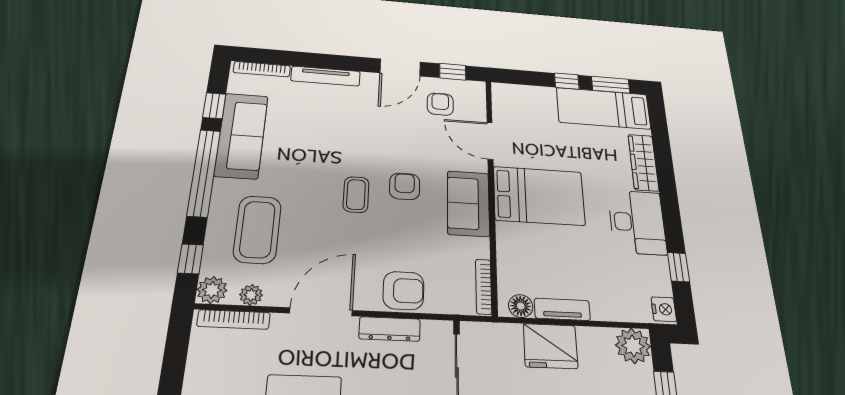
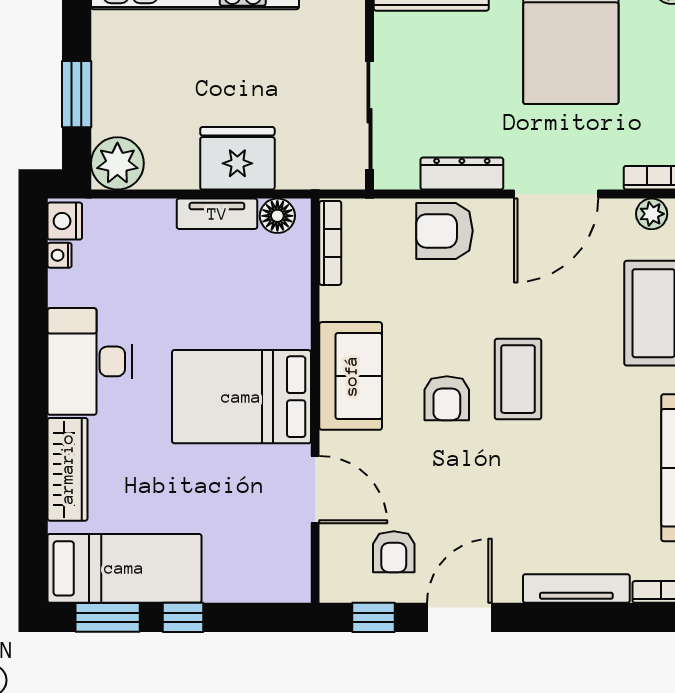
coffee table: (356, 195) -> (518, 379), width x1.36, depth x1.30
window: (678, 267) -> (33, 290), removed
nightstand: (664, 288) -> (59, 255), added

